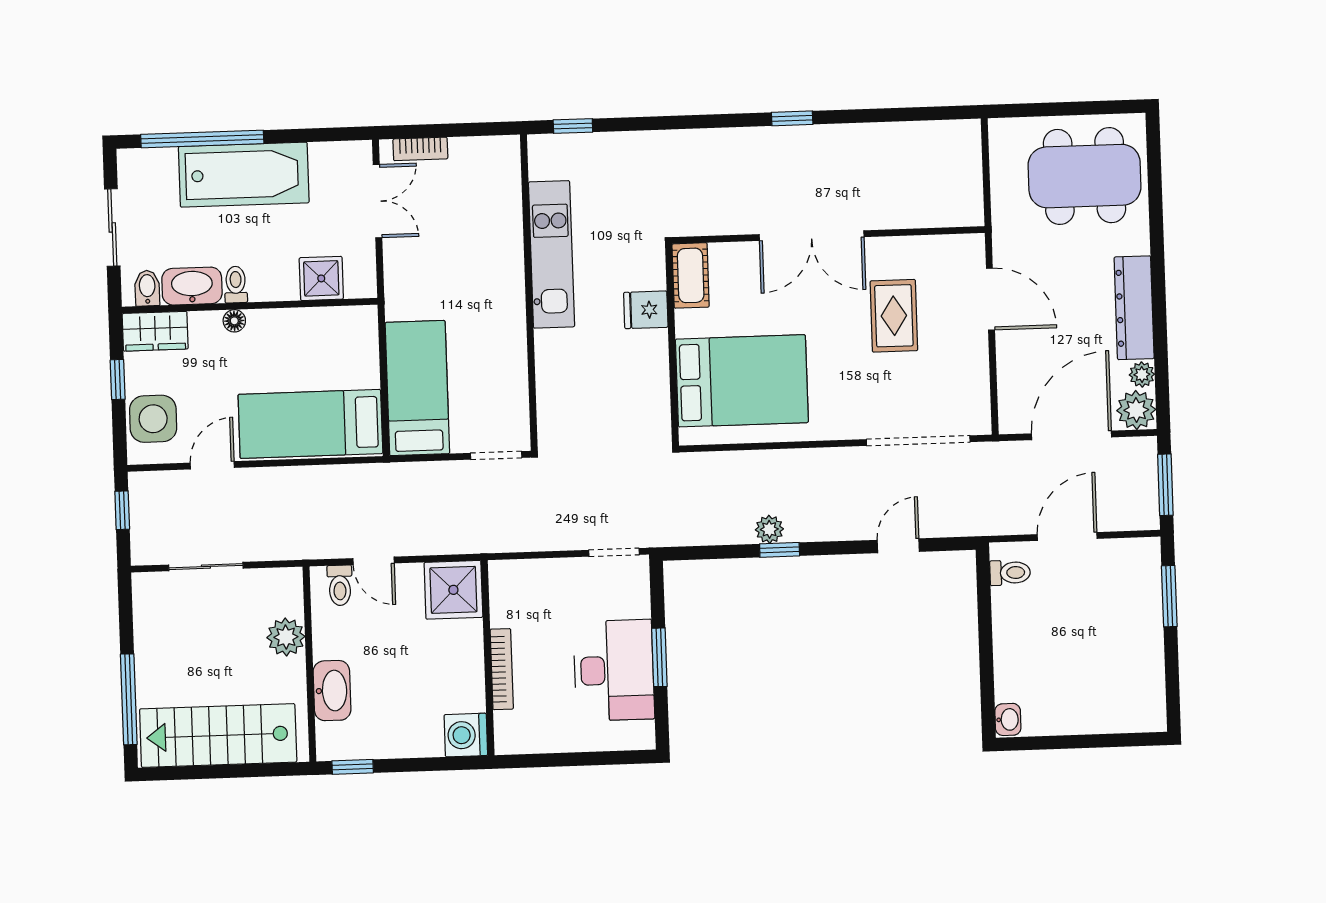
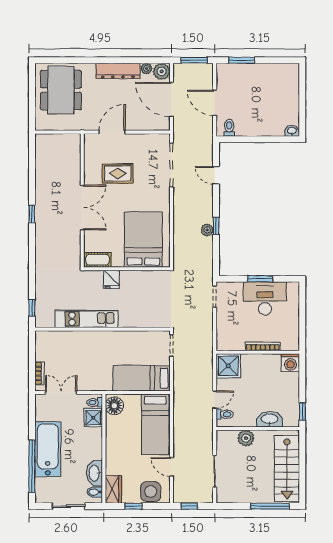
toilet: (236, 285) -> (95, 403), moved
floor lamp: (234, 321) -> (114, 406), moved, width x1.89, depth x1.89

